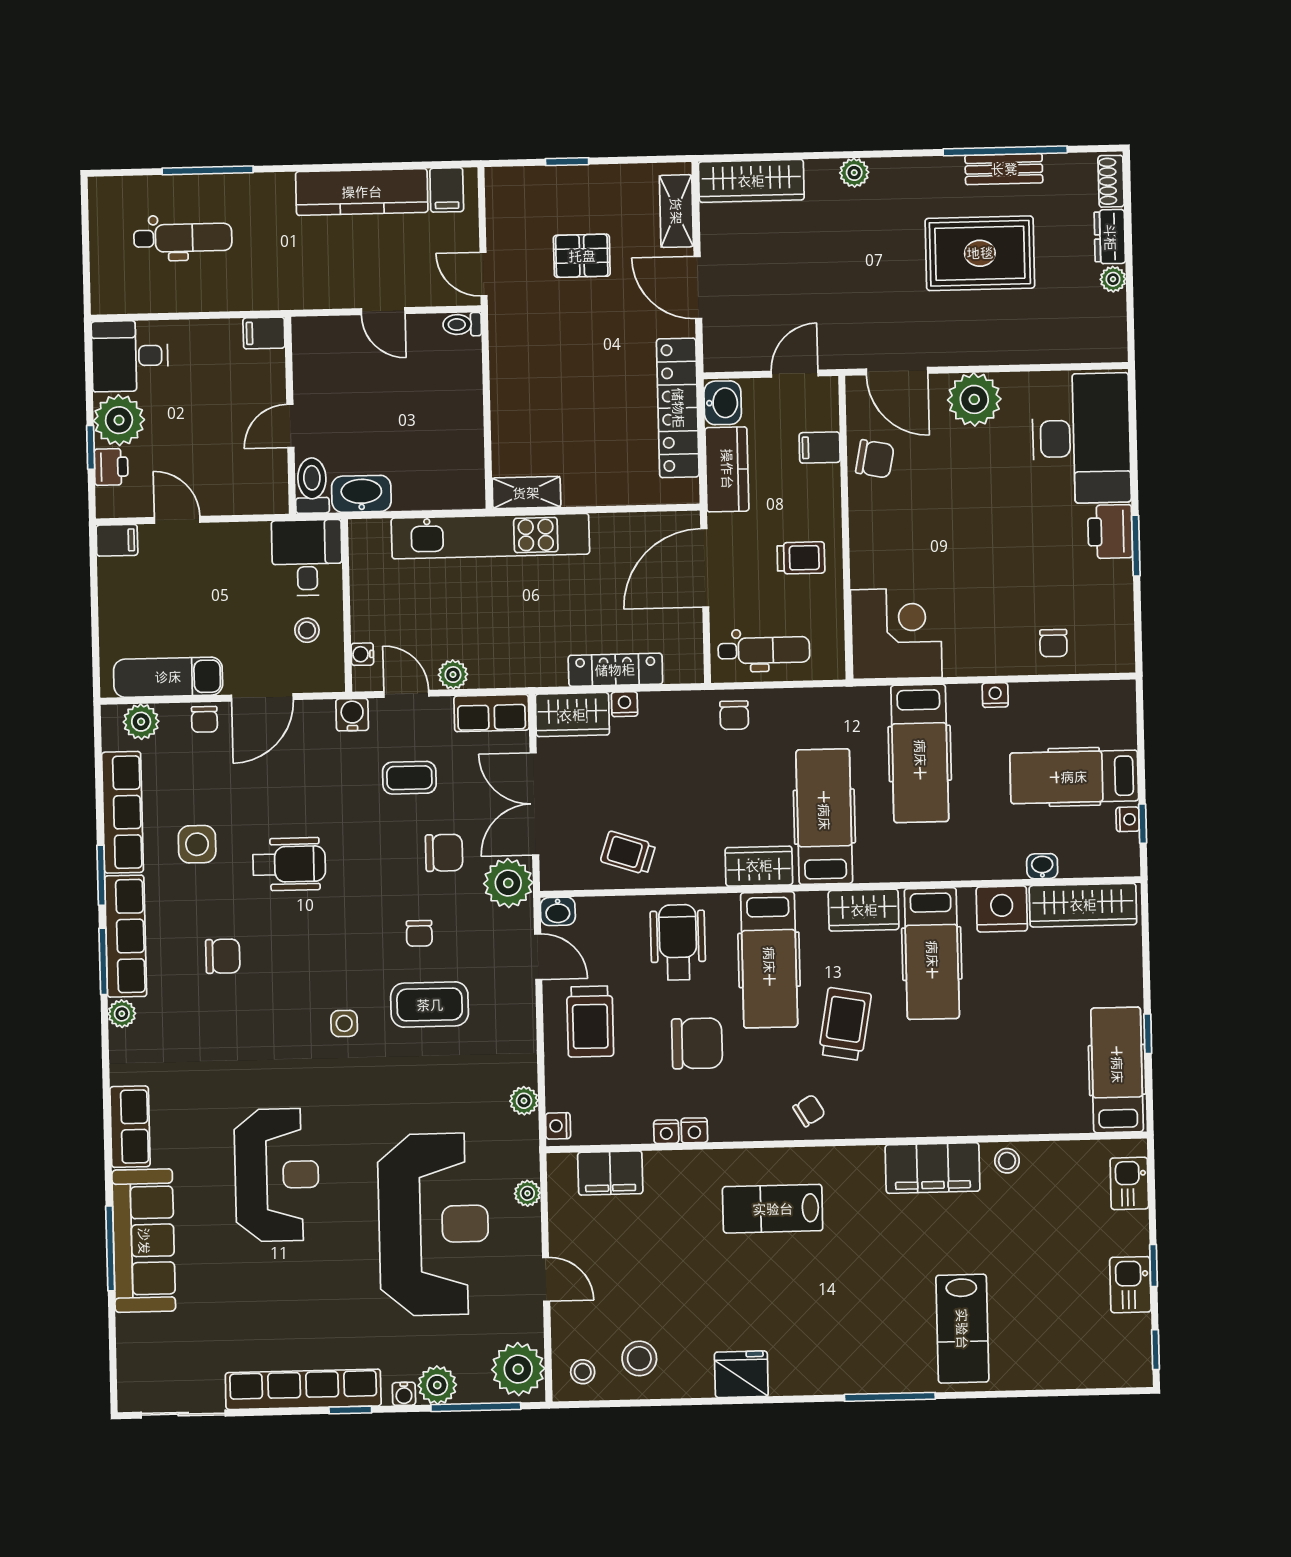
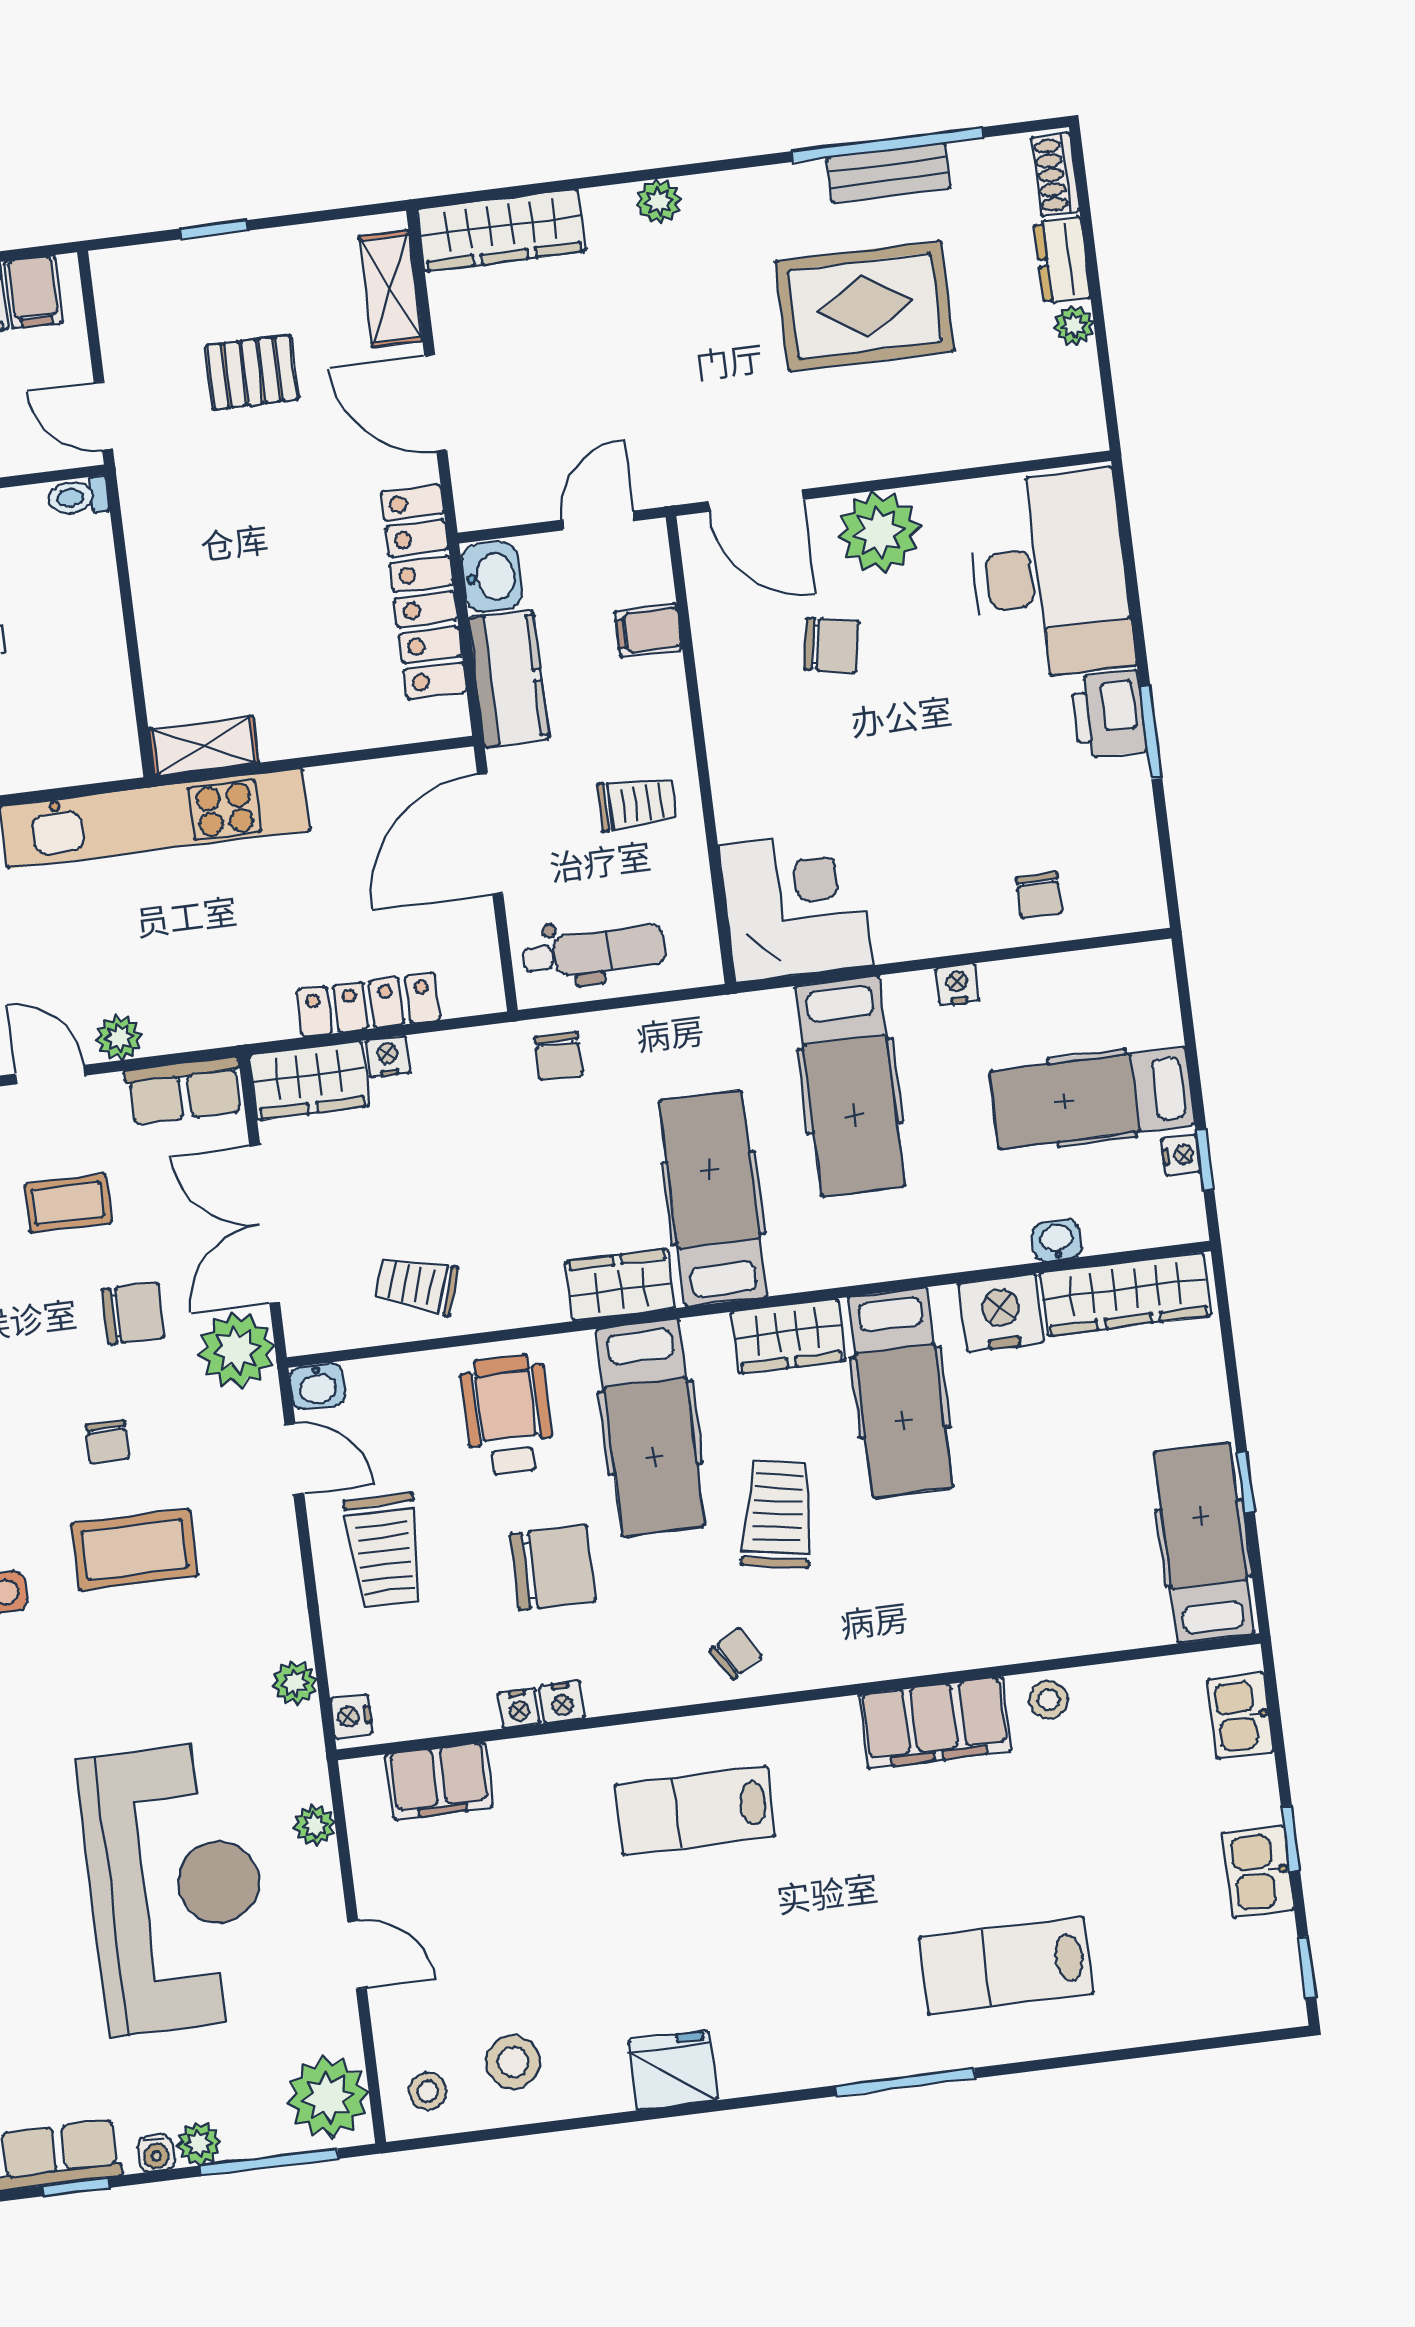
chair: (875, 459) -> (831, 645), moved
lab bench: (962, 1329) -> (1006, 1966), turned 90
plant: (437, 1385) -> (199, 2144), width x0.73, depth x0.73

